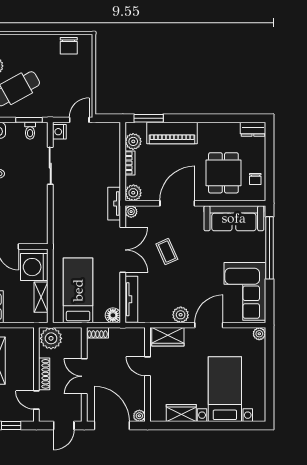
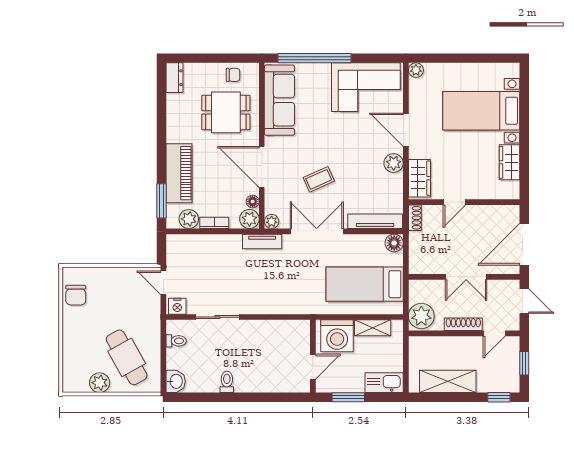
chair: (69, 46) -> (76, 295), turned 90
window: (29, 120) -> (163, 342), removed
floor lamp: (148, 196) -> (253, 201), added
shoe rack: (97, 333) -> (415, 218), moved
plant: (139, 416) -> (513, 212), removed

